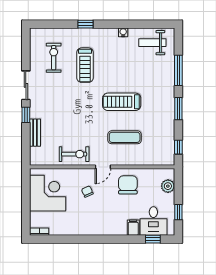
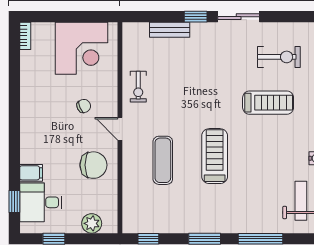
treadmill: (85, 65) -> (268, 103), turned 180
exercise bike: (74, 154) -> (138, 87), width x0.73, depth x0.72

